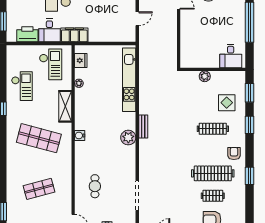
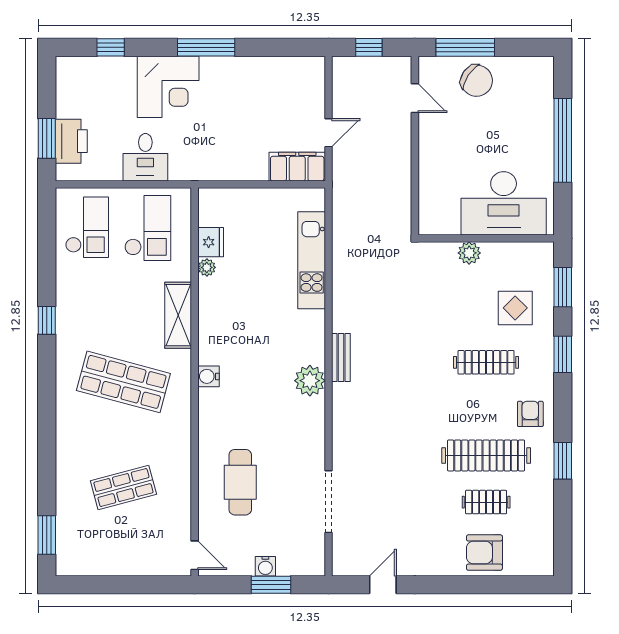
printer: (27, 34) -> (71, 141), moved, turned 90
filing cabinet: (74, 35) -> (297, 167), moved
desk: (231, 56) -> (504, 203), width x1.87, depth x1.30
fridge: (81, 60) -> (211, 242), moved
kitchen unit: (129, 80) -> (312, 260), width x0.73
checkout: (22, 86) -> (87, 227), moved
cafe table: (95, 186) -> (240, 482), width x1.37, depth x1.35

